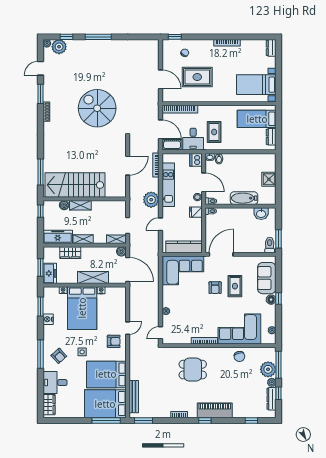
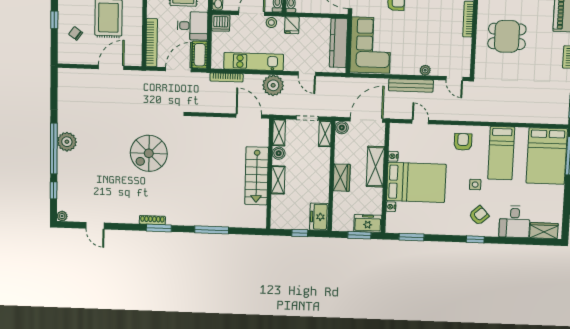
window: (98, 37) -> (54, 149), width x1.46
window: (175, 37) -> (54, 20), moved
plant: (59, 47) -> (67, 142), moved
window: (40, 94) -> (159, 228), moved
spiral stairs: (97, 108) -> (149, 153), width x0.73, depth x0.73
door: (128, 166) -> (249, 116), moved
window: (40, 172) -> (212, 230), moved
stairs: (75, 185) -> (257, 176), width x0.73, depth x0.66
boiler: (64, 205) -> (279, 153), moved
window: (40, 211) -> (300, 233), moved
freezer: (58, 237) -> (319, 217), width x0.71
shelving: (83, 239) -> (279, 133), moved
wardrobe: (70, 253) -> (342, 178), moved
nightstand: (48, 319) -> (429, 228), removed
door: (128, 328) -> (420, 122), moved
window: (40, 354) -> (475, 239), width x0.46
dining table: (193, 370) -> (507, 36), turned 90
bed: (106, 374) -> (501, 153), width x0.67
bench: (134, 397) -> (411, 85), moved

